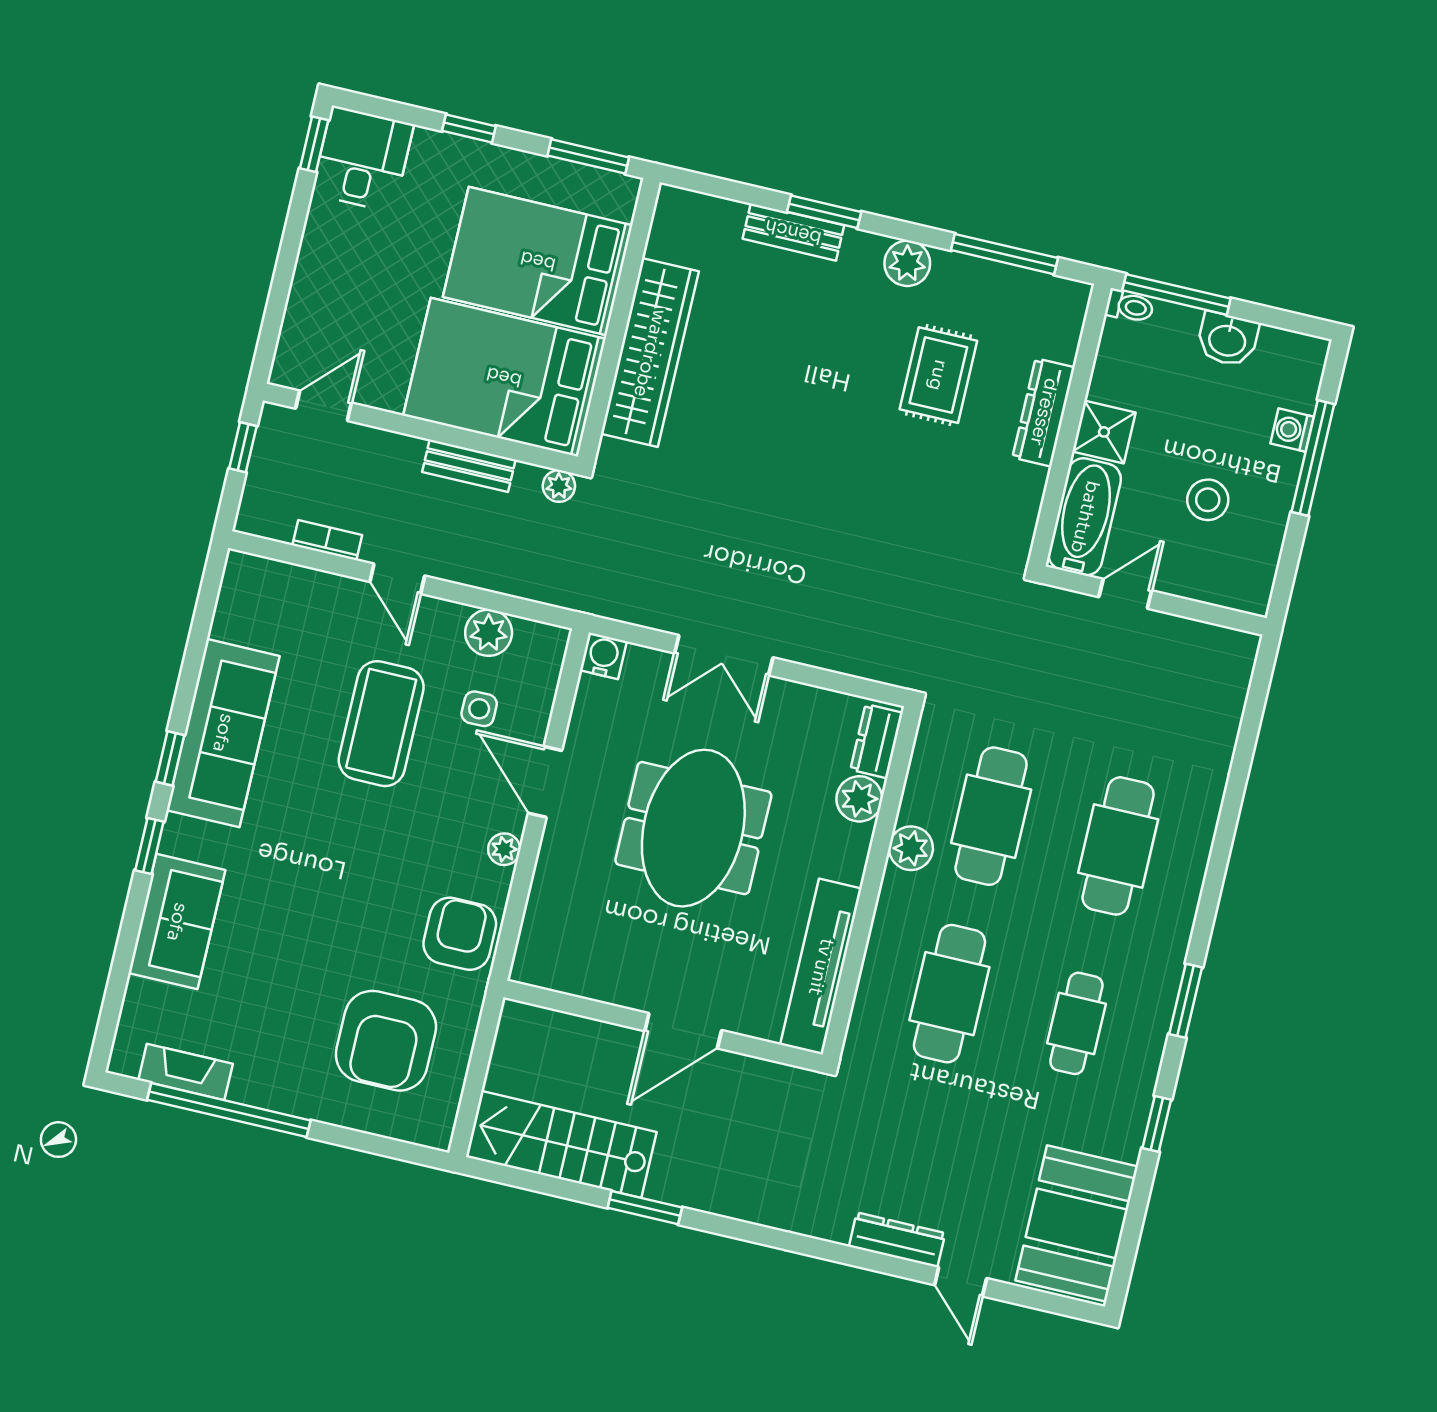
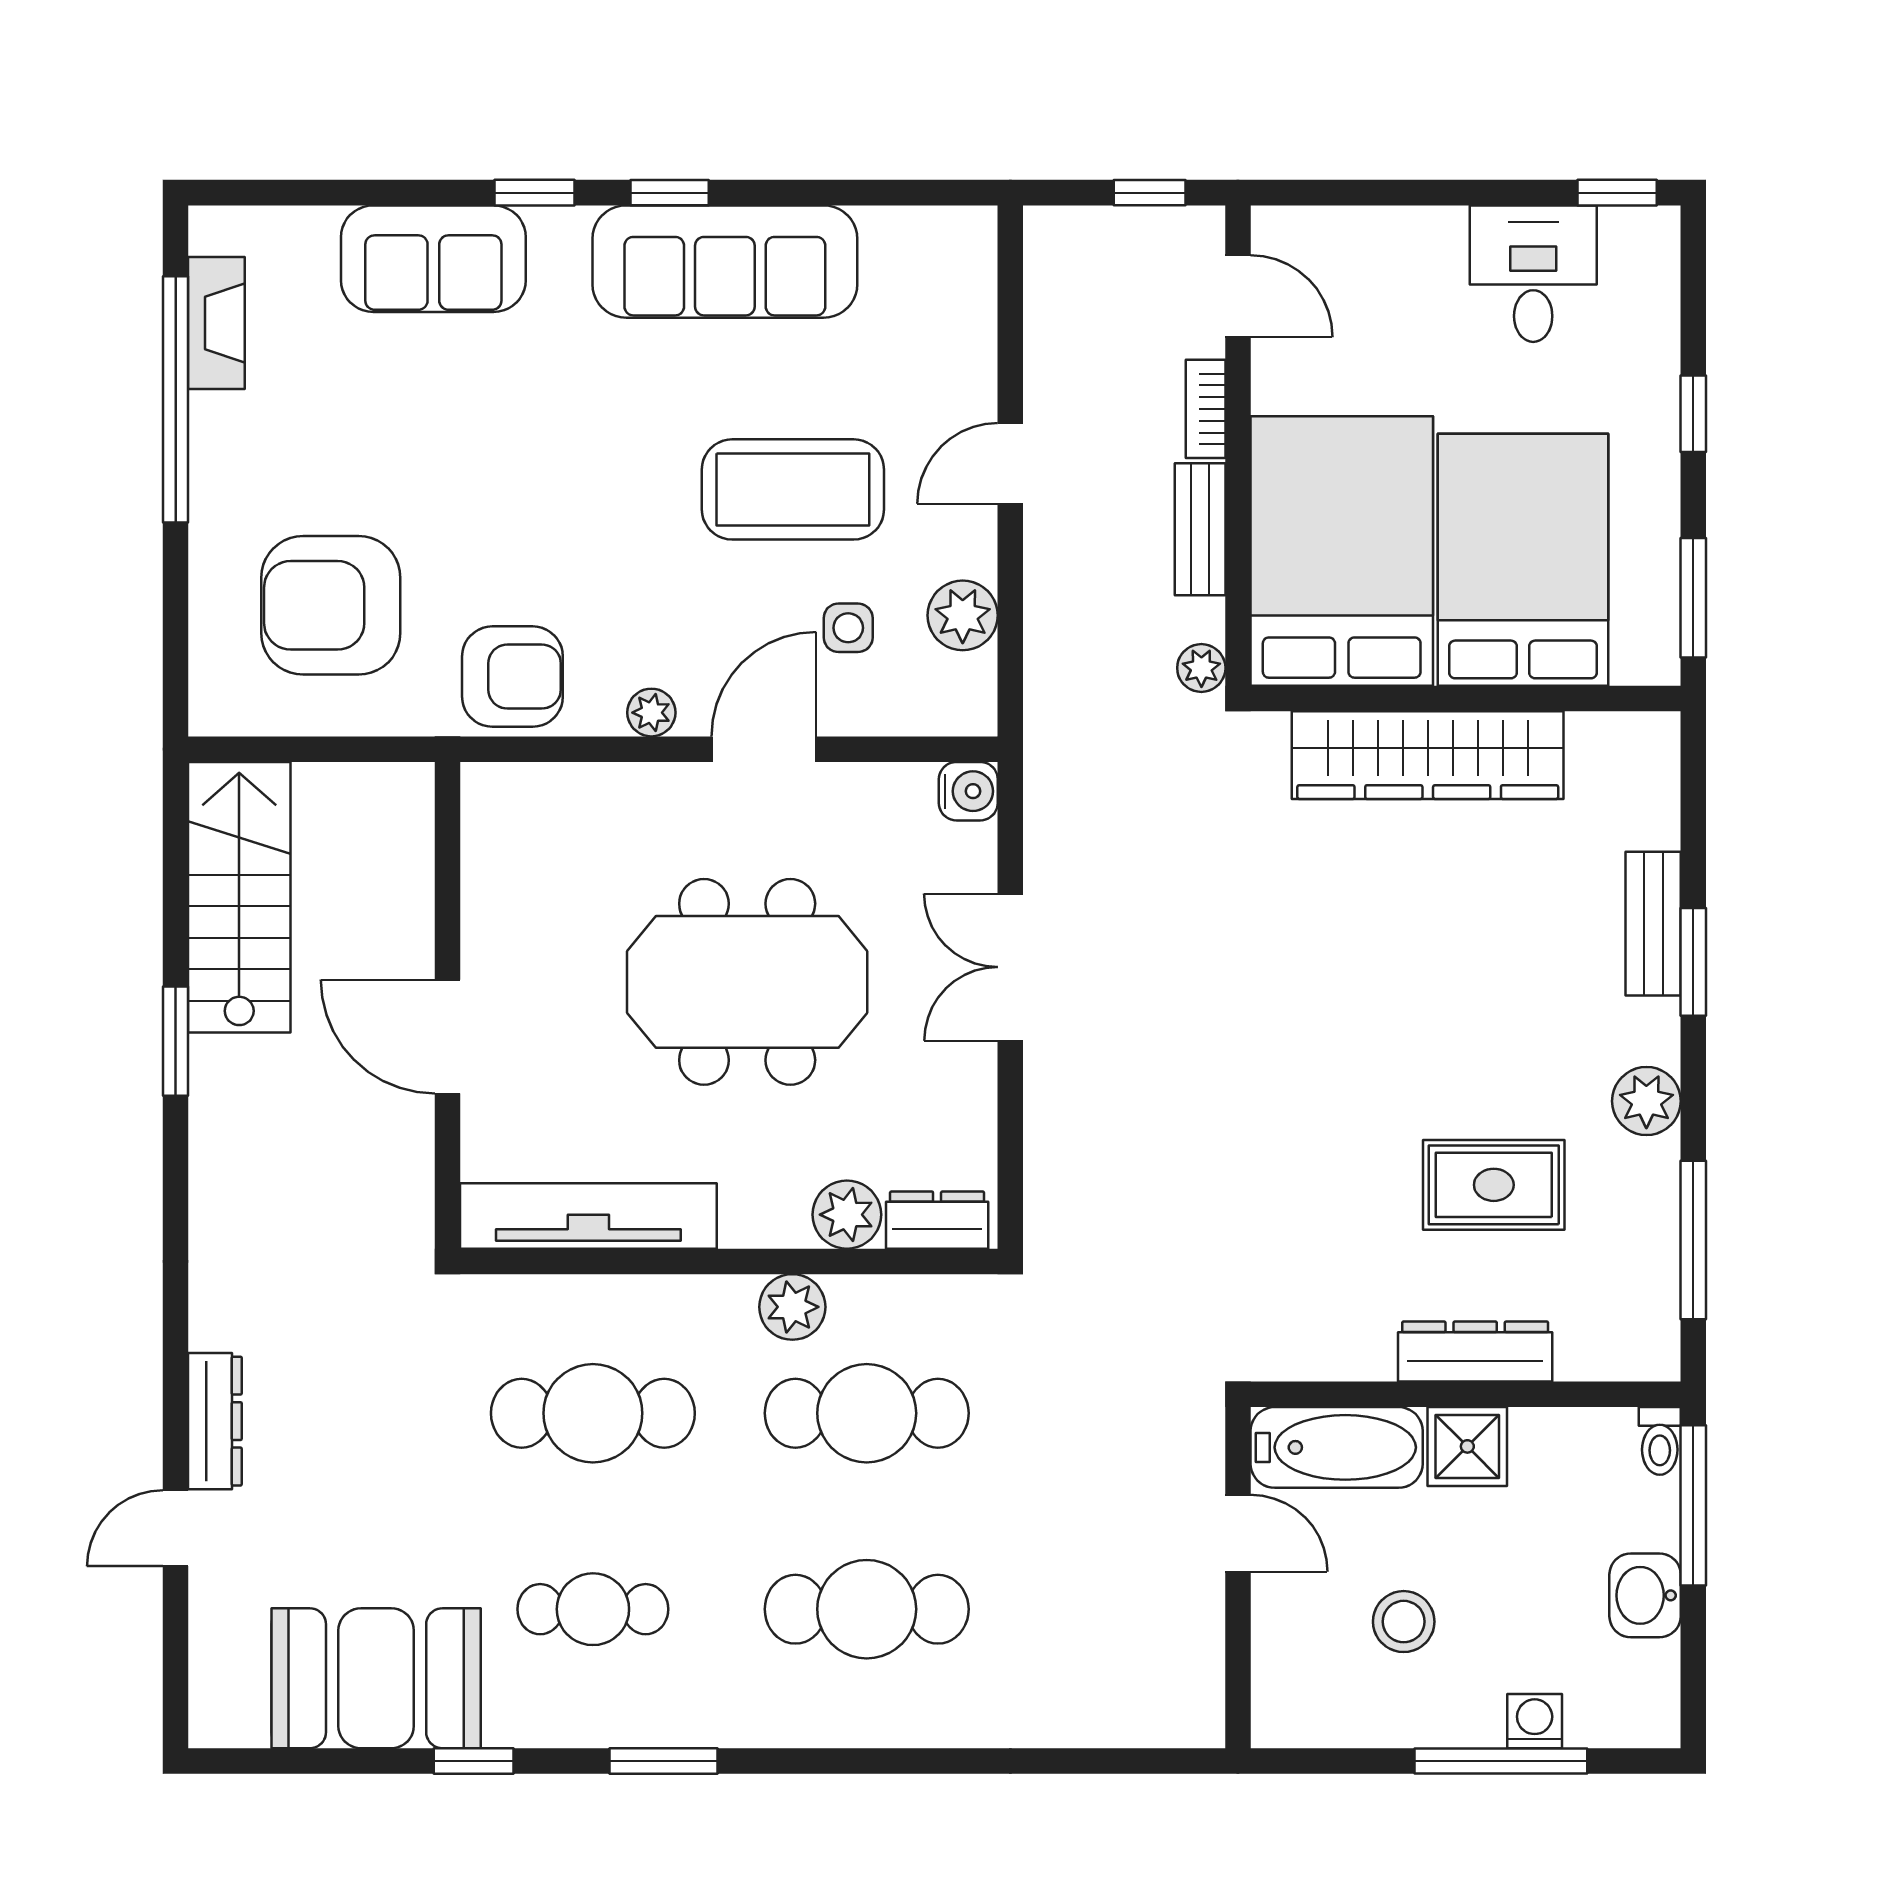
desk: (363, 159) -> (1533, 274), moved, turned -90
bookcase: (327, 540) -> (1206, 409), moved, turned 180
booth: (1077, 1223) -> (376, 1678), moved

